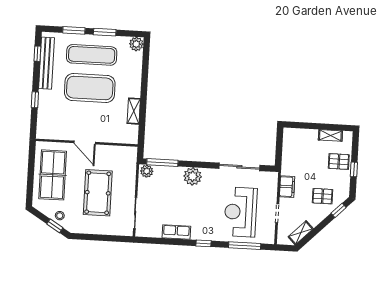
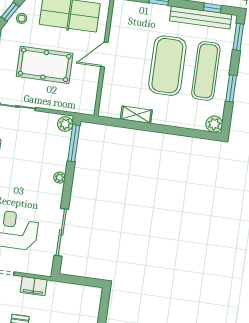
window: (74, 30) -> (238, 37), moved
plant: (193, 176) -> (60, 178), width x0.53, depth x0.53

